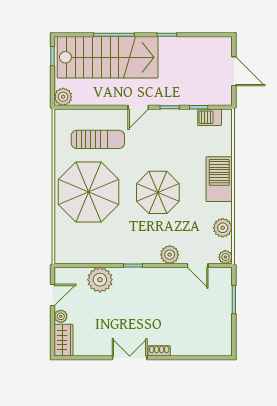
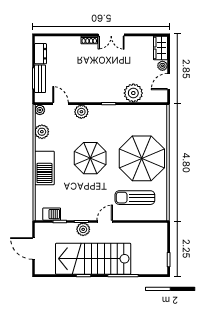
stairs: (108, 57) -> (93, 259), moved
plant: (63, 97) -> (83, 229), moved
bench: (225, 299) -> (40, 79), added
dresser: (224, 333) -> (41, 54), added

